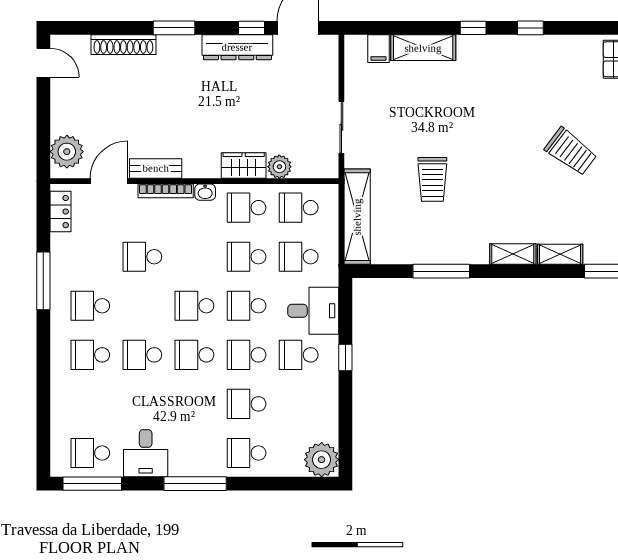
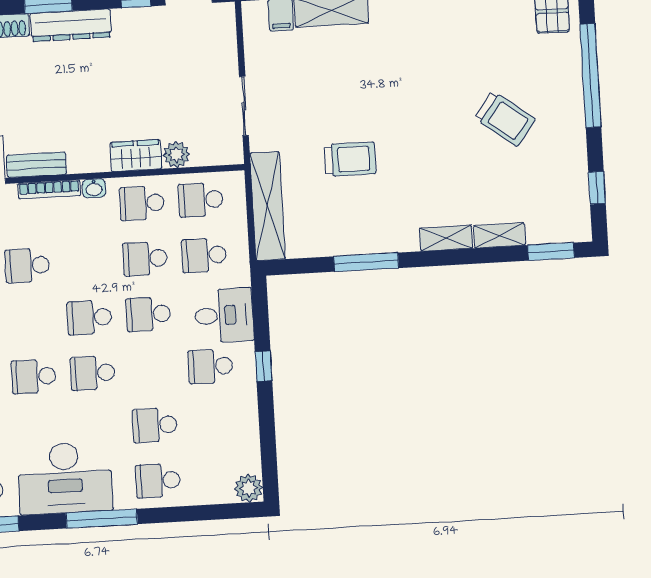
dresser: (237, 47) -> (71, 25), moved
trolley: (432, 179) -> (350, 159), turned -90
school desk: (247, 355) -> (152, 370), removed
desk: (146, 453) -> (65, 478), width x1.87, depth x1.30
plant: (322, 460) -> (249, 488), width x0.73, depth x0.73

